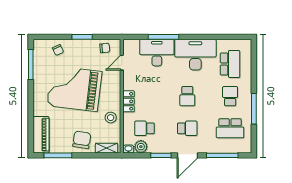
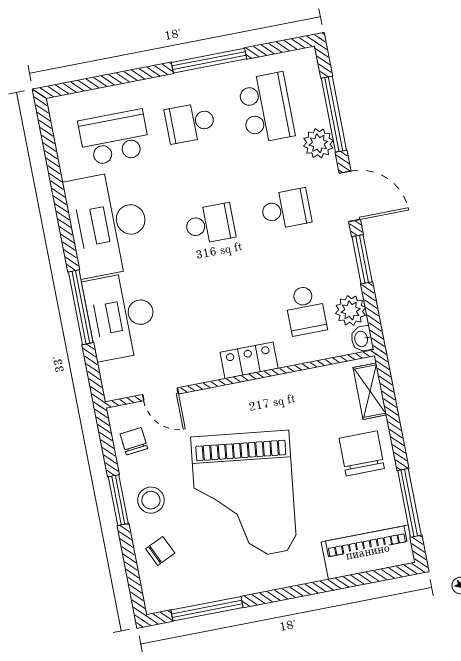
stool: (111, 118) -> (151, 500), moved
school desk: (187, 128) -> (286, 209), turned 90
chair: (82, 140) -> (362, 453), turned 81
plant: (212, 147) -> (318, 143), added

